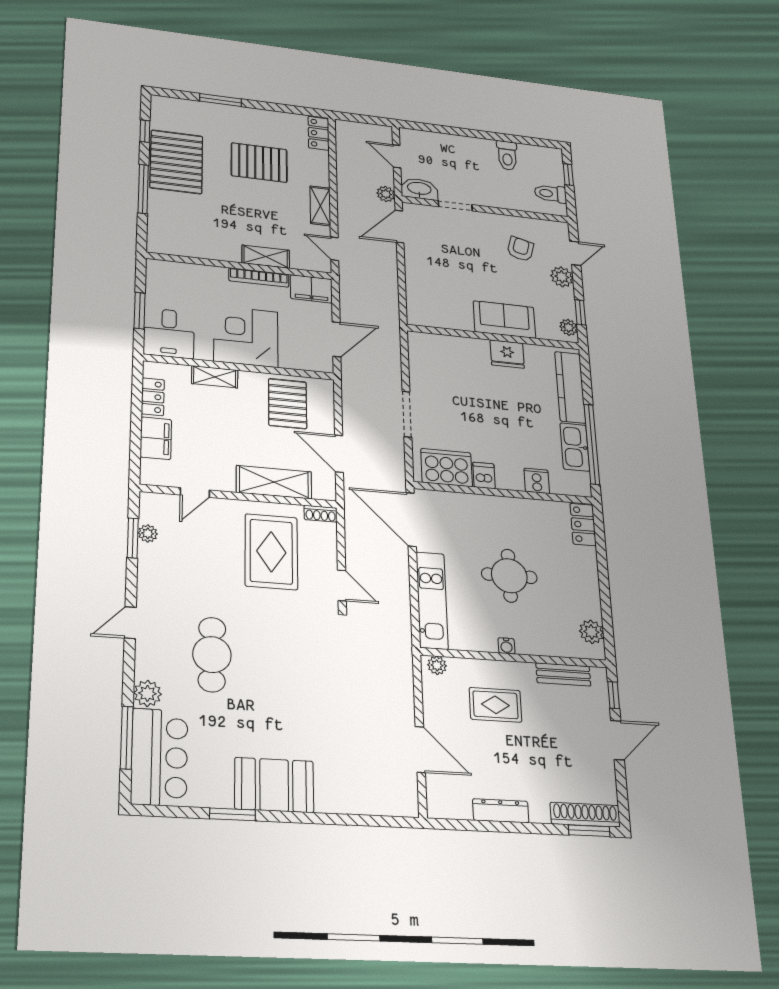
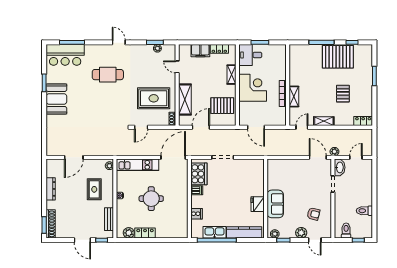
pallet: (259, 163) -> (343, 94), width x0.67, depth x0.71
filing cabinet: (311, 289) -> (280, 117), removed
locker: (583, 525) -> (145, 233), moved
plant: (147, 693) -> (90, 50), removed

